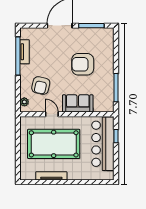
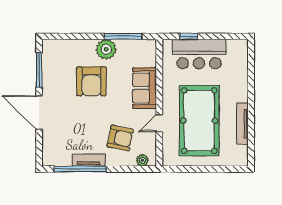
tv unit: (25, 52) -> (89, 160), moved
plant: (106, 75) -> (106, 49), added
bar counter: (103, 144) -> (199, 54), width x0.73

